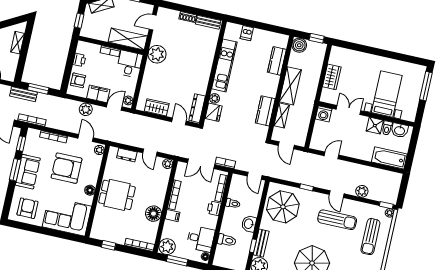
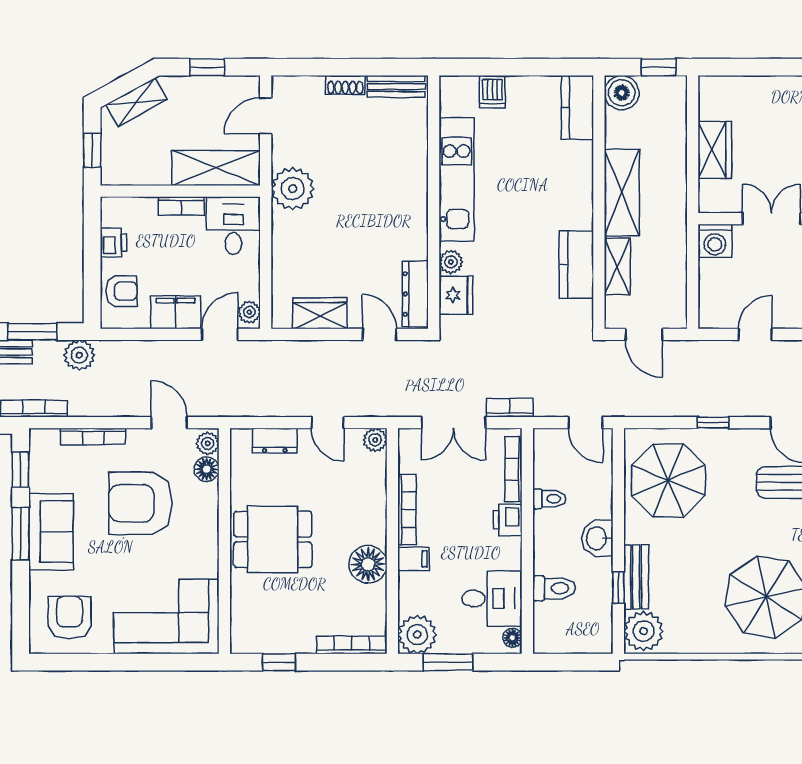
kitchen counter: (277, 61) -> (577, 107), moved
plant: (86, 109) -> (79, 355), moved
floor lamp: (90, 190) -> (207, 469), moved

